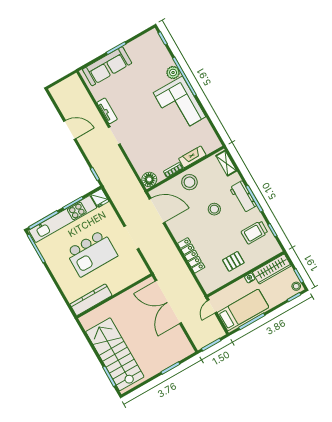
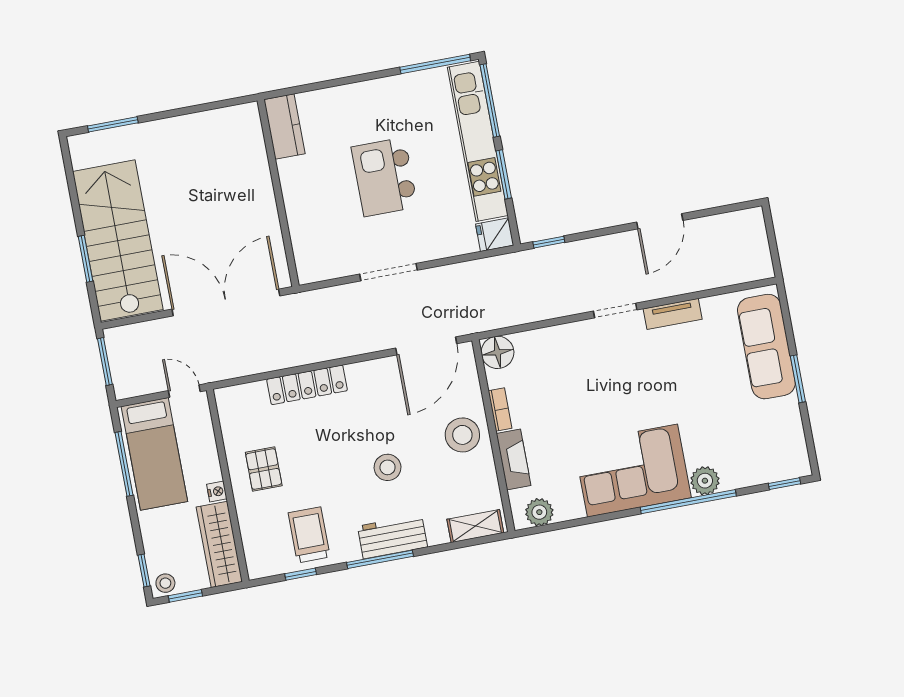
plant: (211, 138) -> (539, 512), added
kitchen island: (92, 253) -> (384, 177), width x0.73, depth x0.78
kitchen counter: (91, 300) -> (284, 127), width x0.67
stairs: (115, 354) -> (118, 240), moved, turned -90

